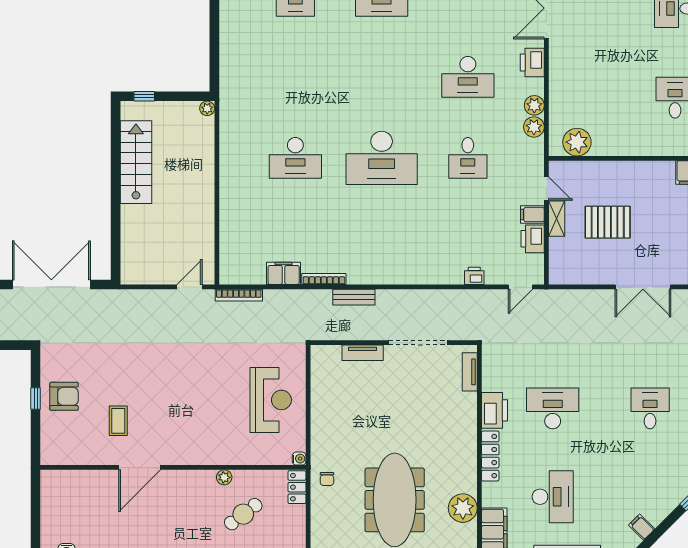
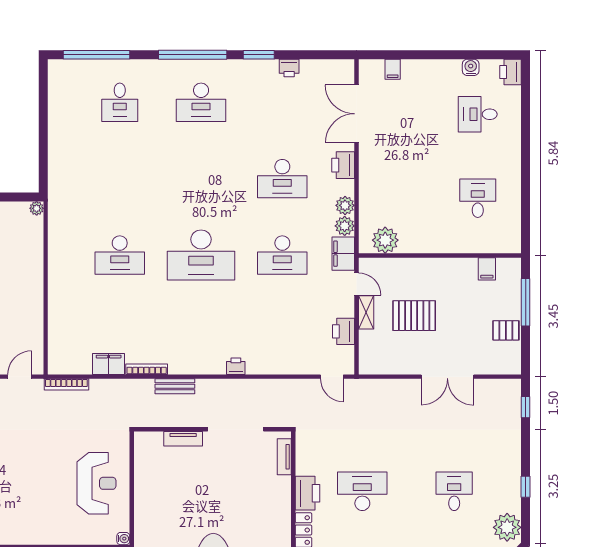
desk: (468, 158) -> (282, 255), width x1.37
filing cabinet: (532, 215) -> (343, 254), moved, width x2.00
printer: (474, 276) -> (236, 366), moved
door: (520, 287) -> (332, 377), hinge flipped

